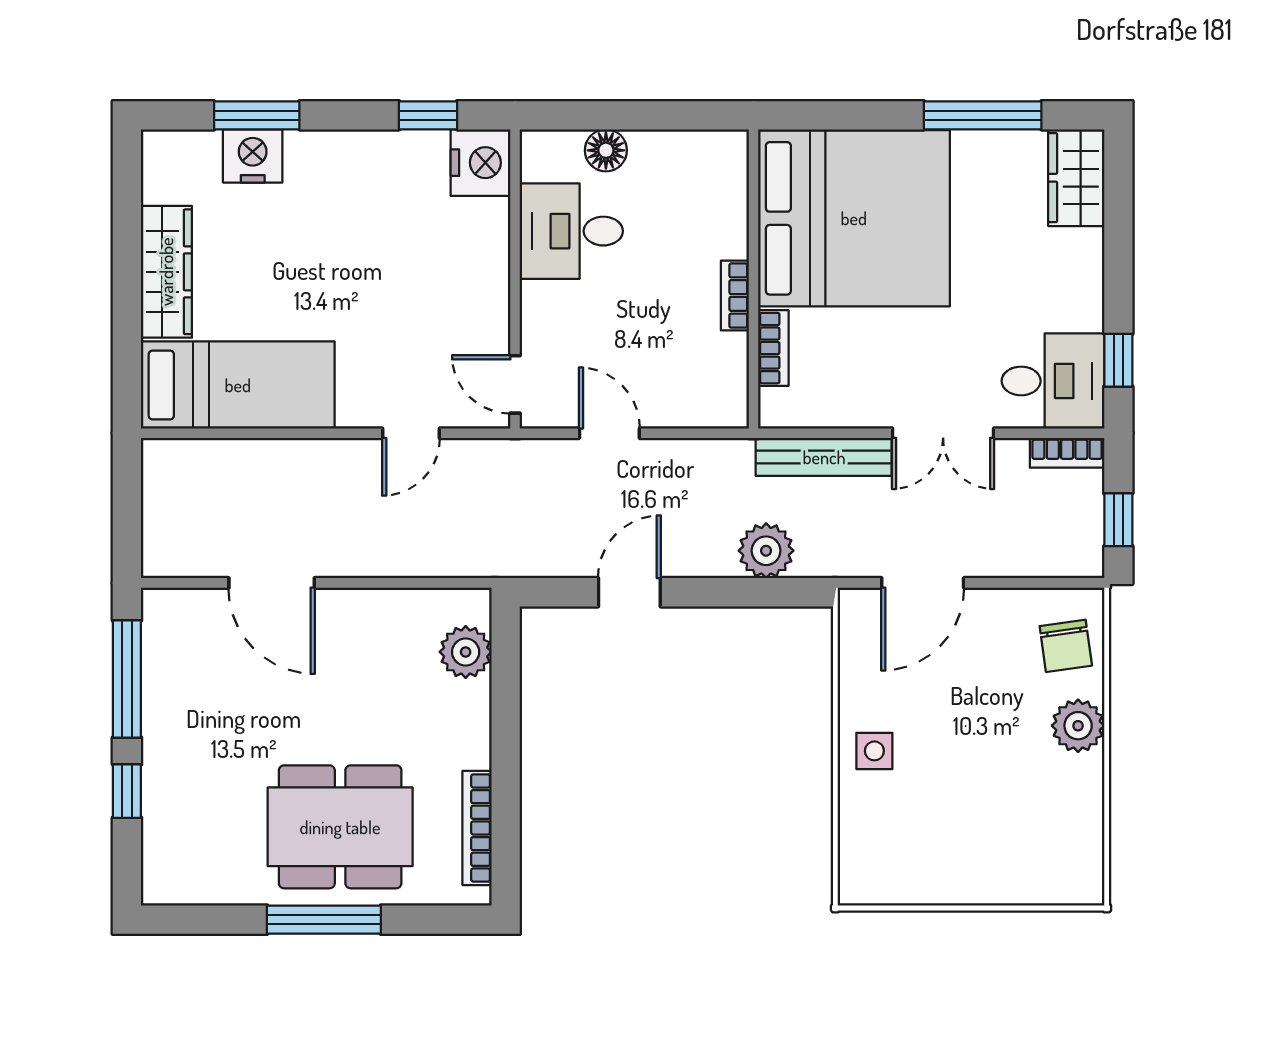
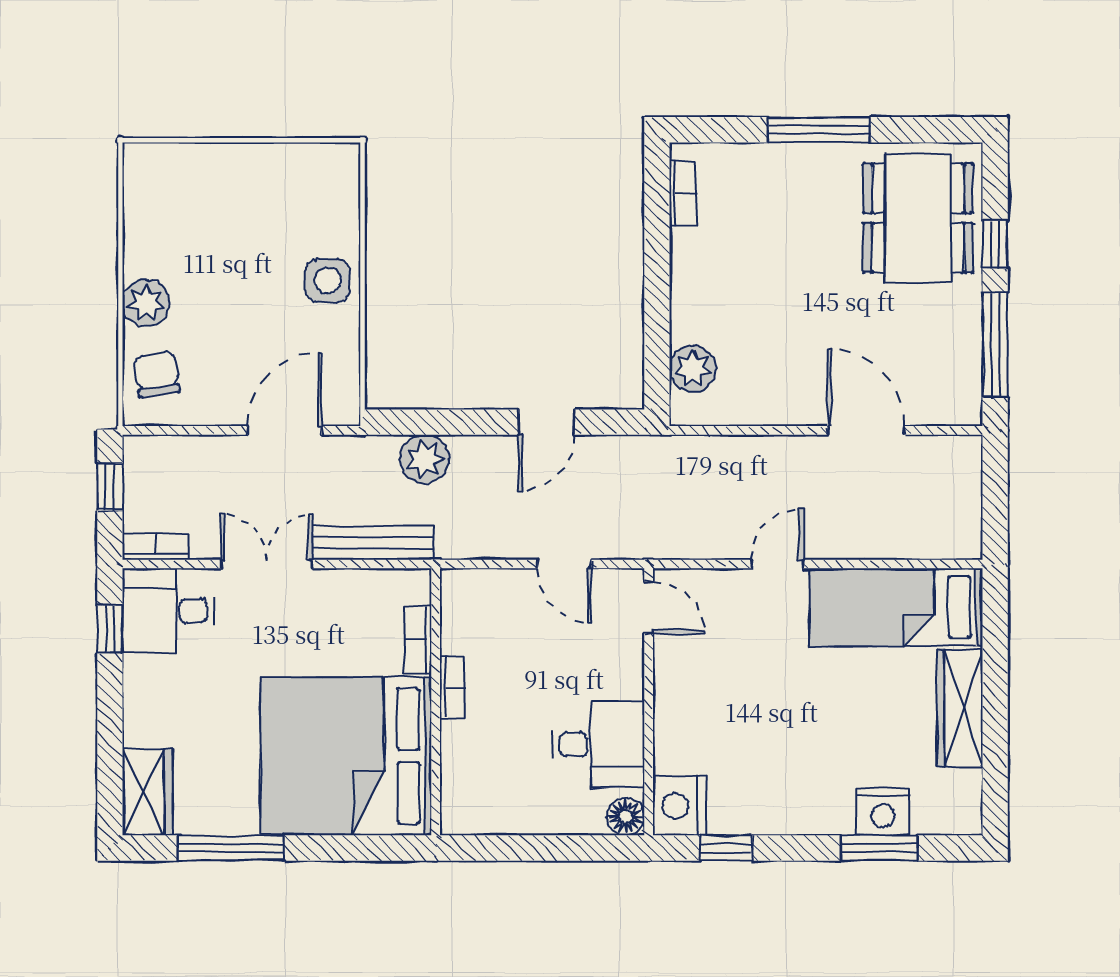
floor lamp: (606, 150) -> (626, 817), moved
door: (411, 433) -> (777, 564), moved
side table: (874, 751) -> (328, 280), width x1.37, depth x1.37
dining table: (340, 827) -> (918, 218), moved, turned 90
bookcase: (477, 828) -> (683, 193), width x0.64

